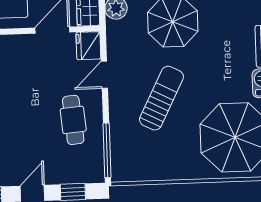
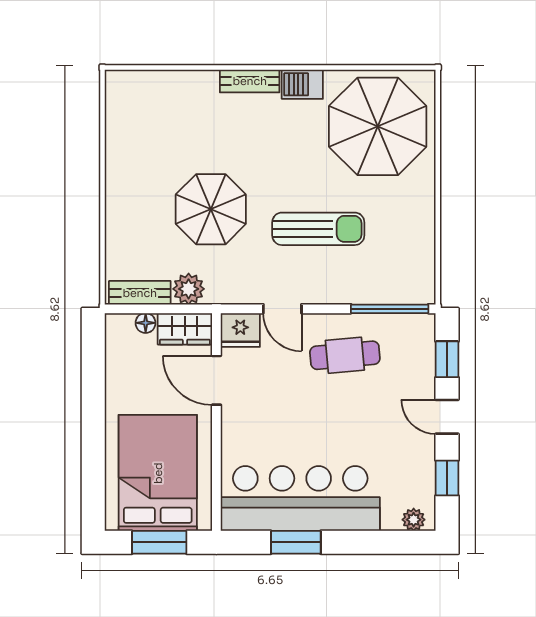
sun lounger: (161, 98) -> (318, 229), turned 153

